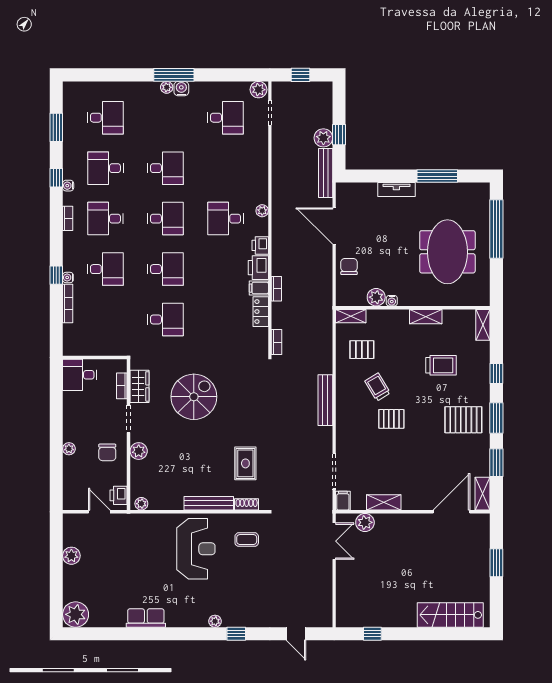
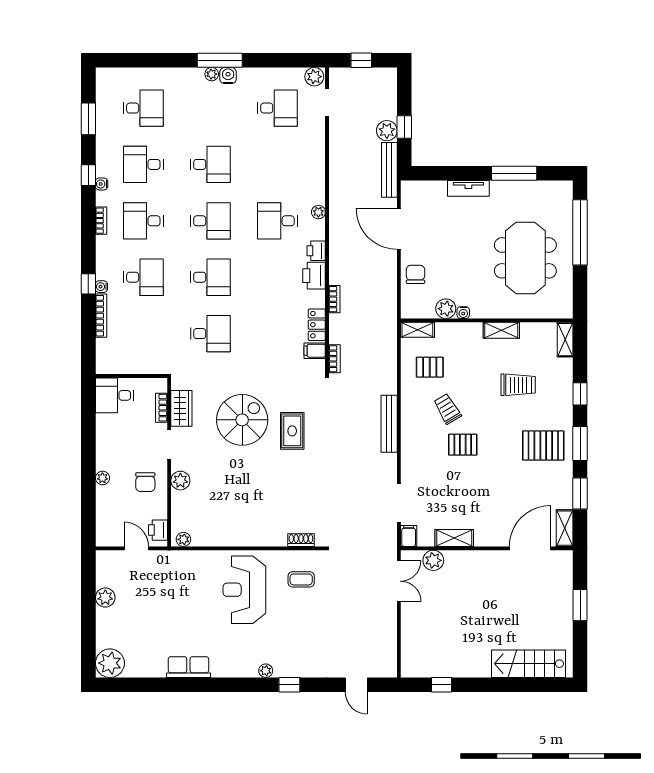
filing cabinet: (259, 288) -> (315, 351), moved
rug: (245, 463) -> (292, 431), moved
bench: (209, 503) -> (259, 539), removed
reception desk: (196, 549) -> (244, 590), turned 180

